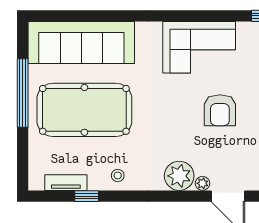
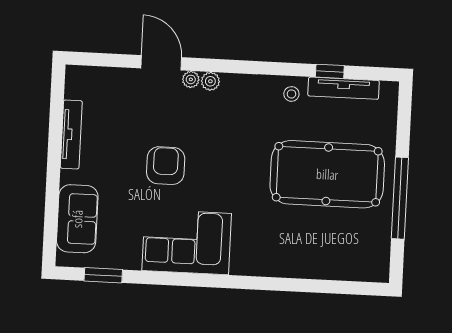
sofa: (81, 43) -> (327, 255), removed
plant: (179, 176) -> (210, 81), width x0.53, depth x0.53
tv unit: (66, 183) -> (344, 88), width x1.41

